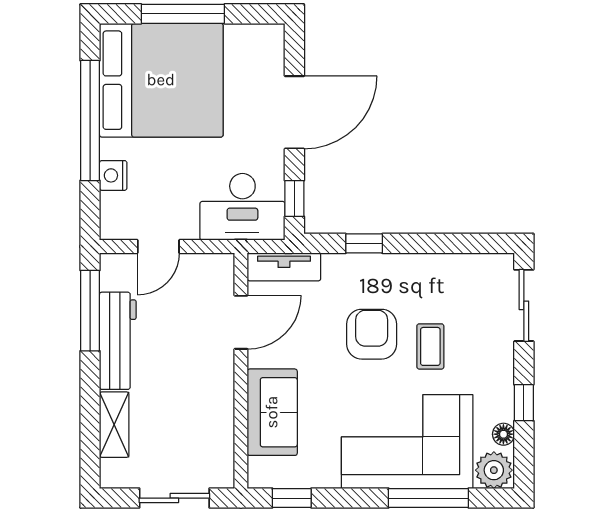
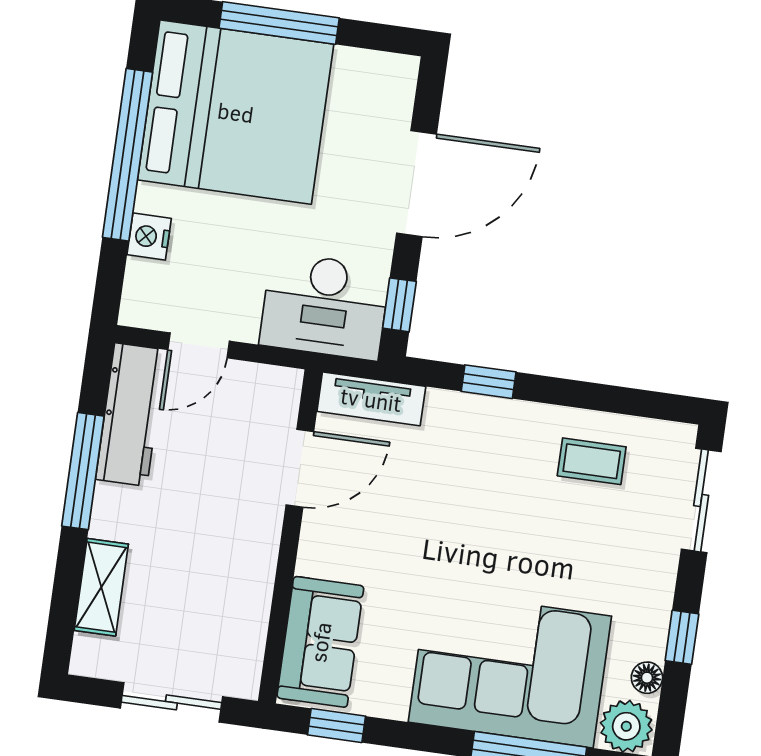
window: (90, 311) -> (83, 471), moved
armchair: (372, 334) -> (481, 511), removed
workbench: (118, 341) -> (131, 415), moved
coffee table: (430, 346) -> (592, 461), moved, turned 90
sofa: (272, 412) -> (320, 642), moved

